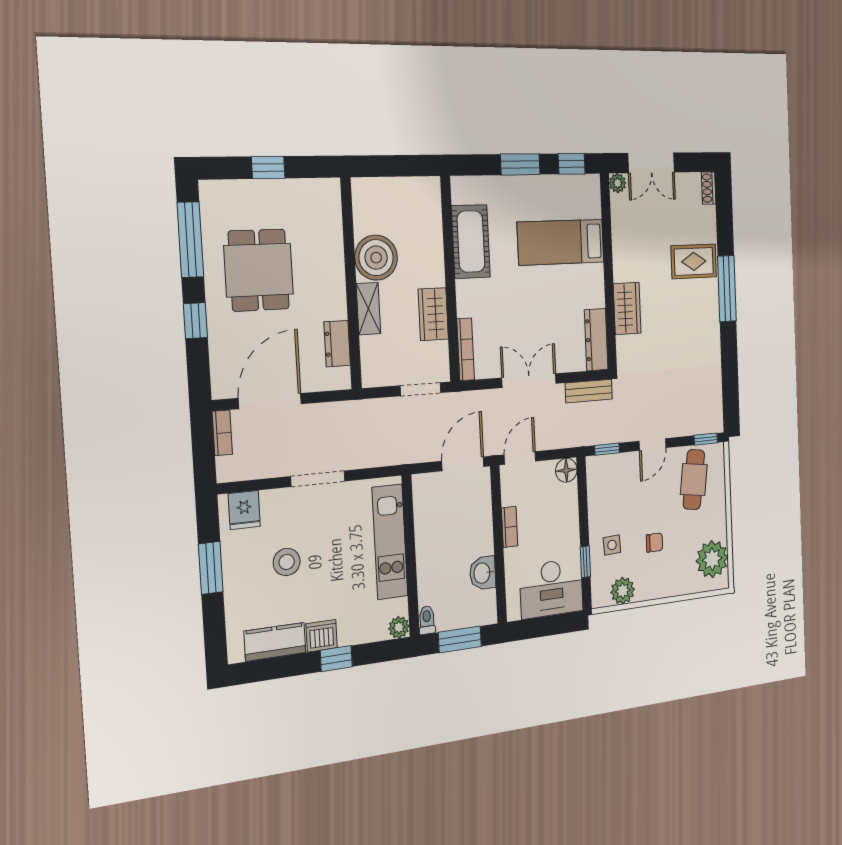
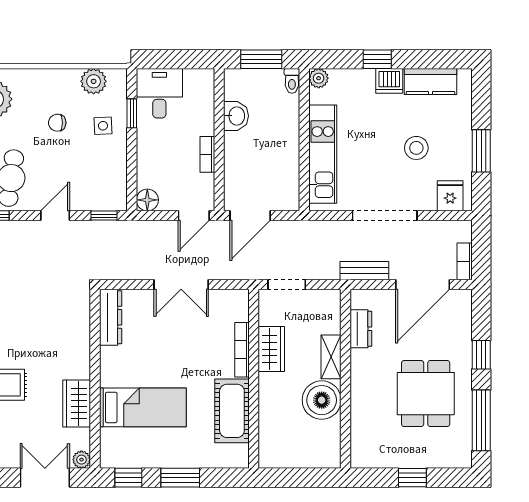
wardrobe: (627, 308) -> (77, 403), moved
bookcase: (466, 349) -> (242, 350), moved
bench: (589, 391) -> (364, 271), moved
doorway: (318, 479) -> (385, 216), width x1.36
desk: (551, 588) -> (159, 93), width x0.73

